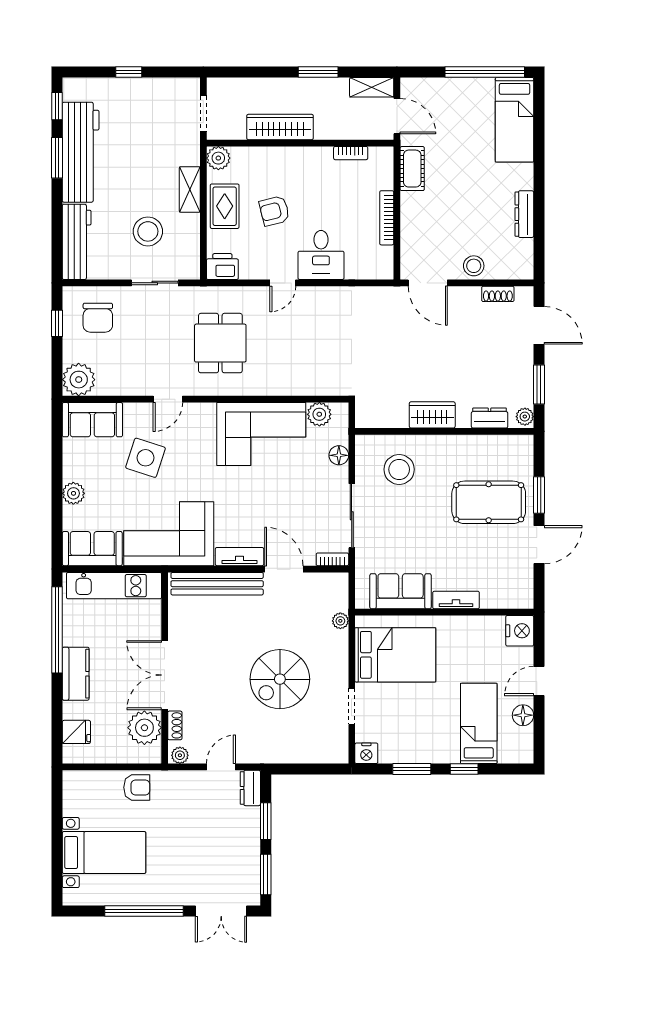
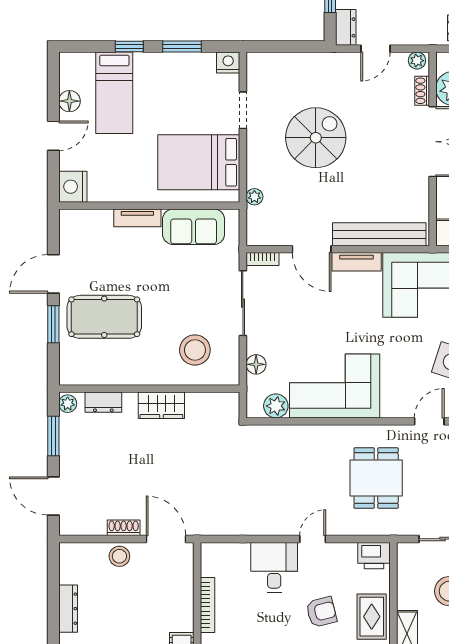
shoe rack: (498, 294) -> (124, 528), moved

